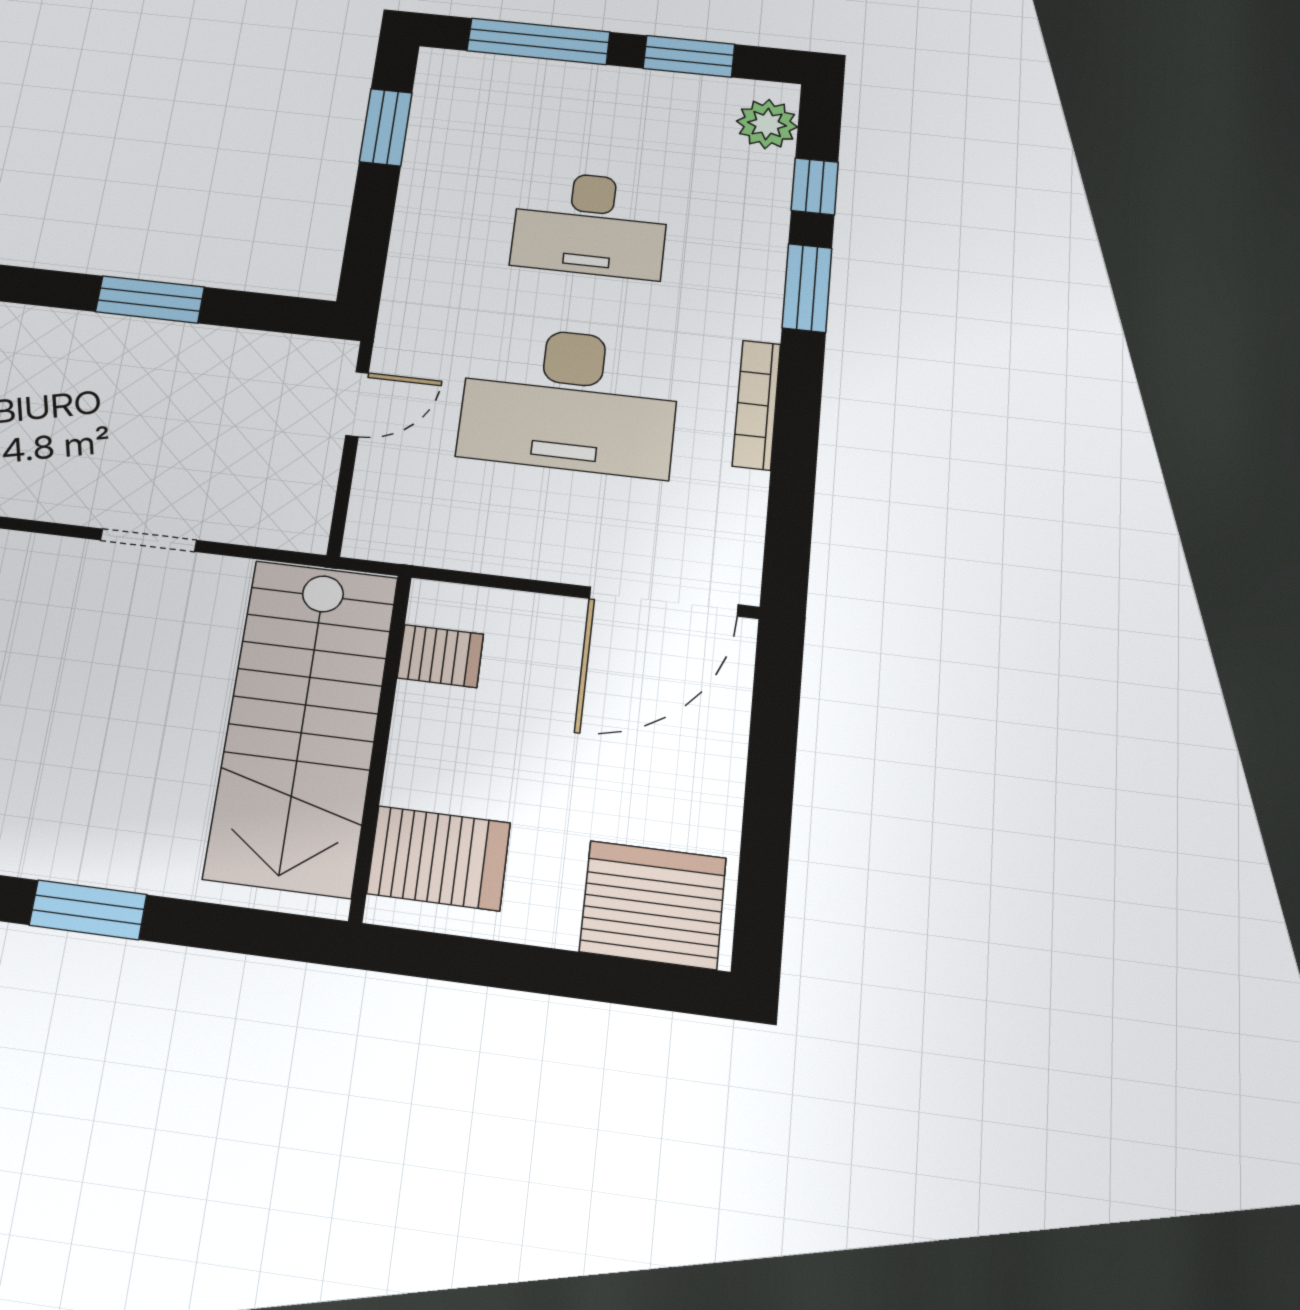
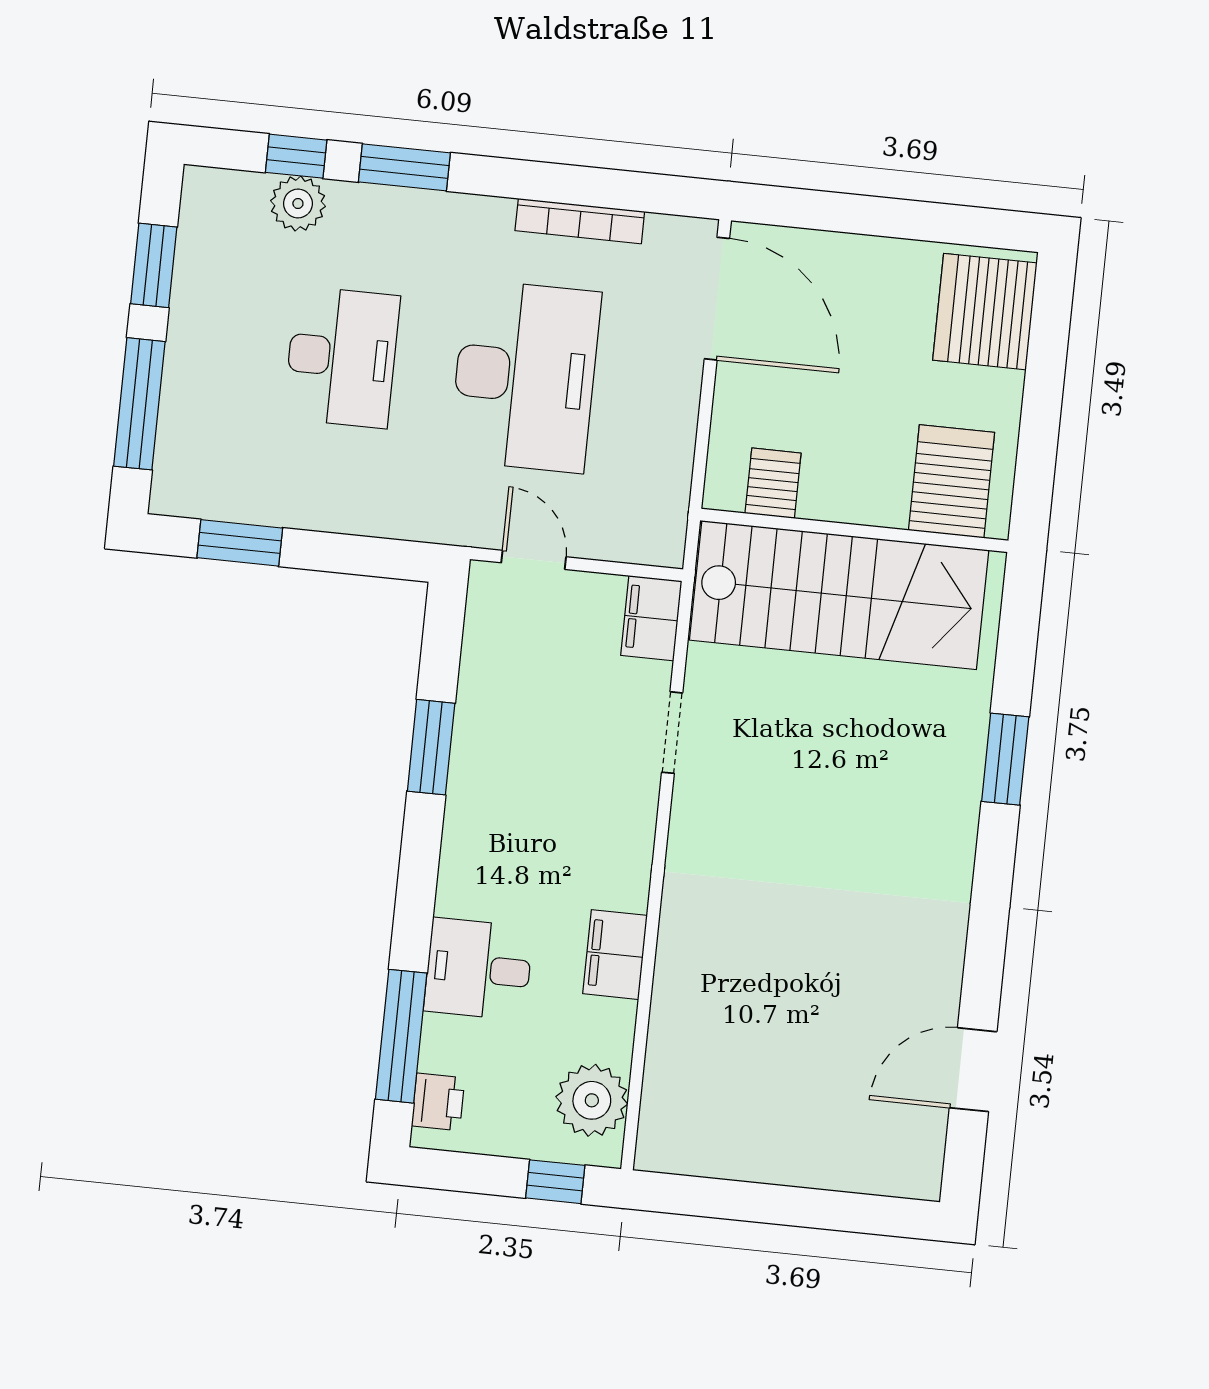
plant: (767, 124) -> (298, 204), moved
bookcase: (757, 405) -> (580, 221), moved
filing cabinet: (284, 522) -> (651, 618), added

